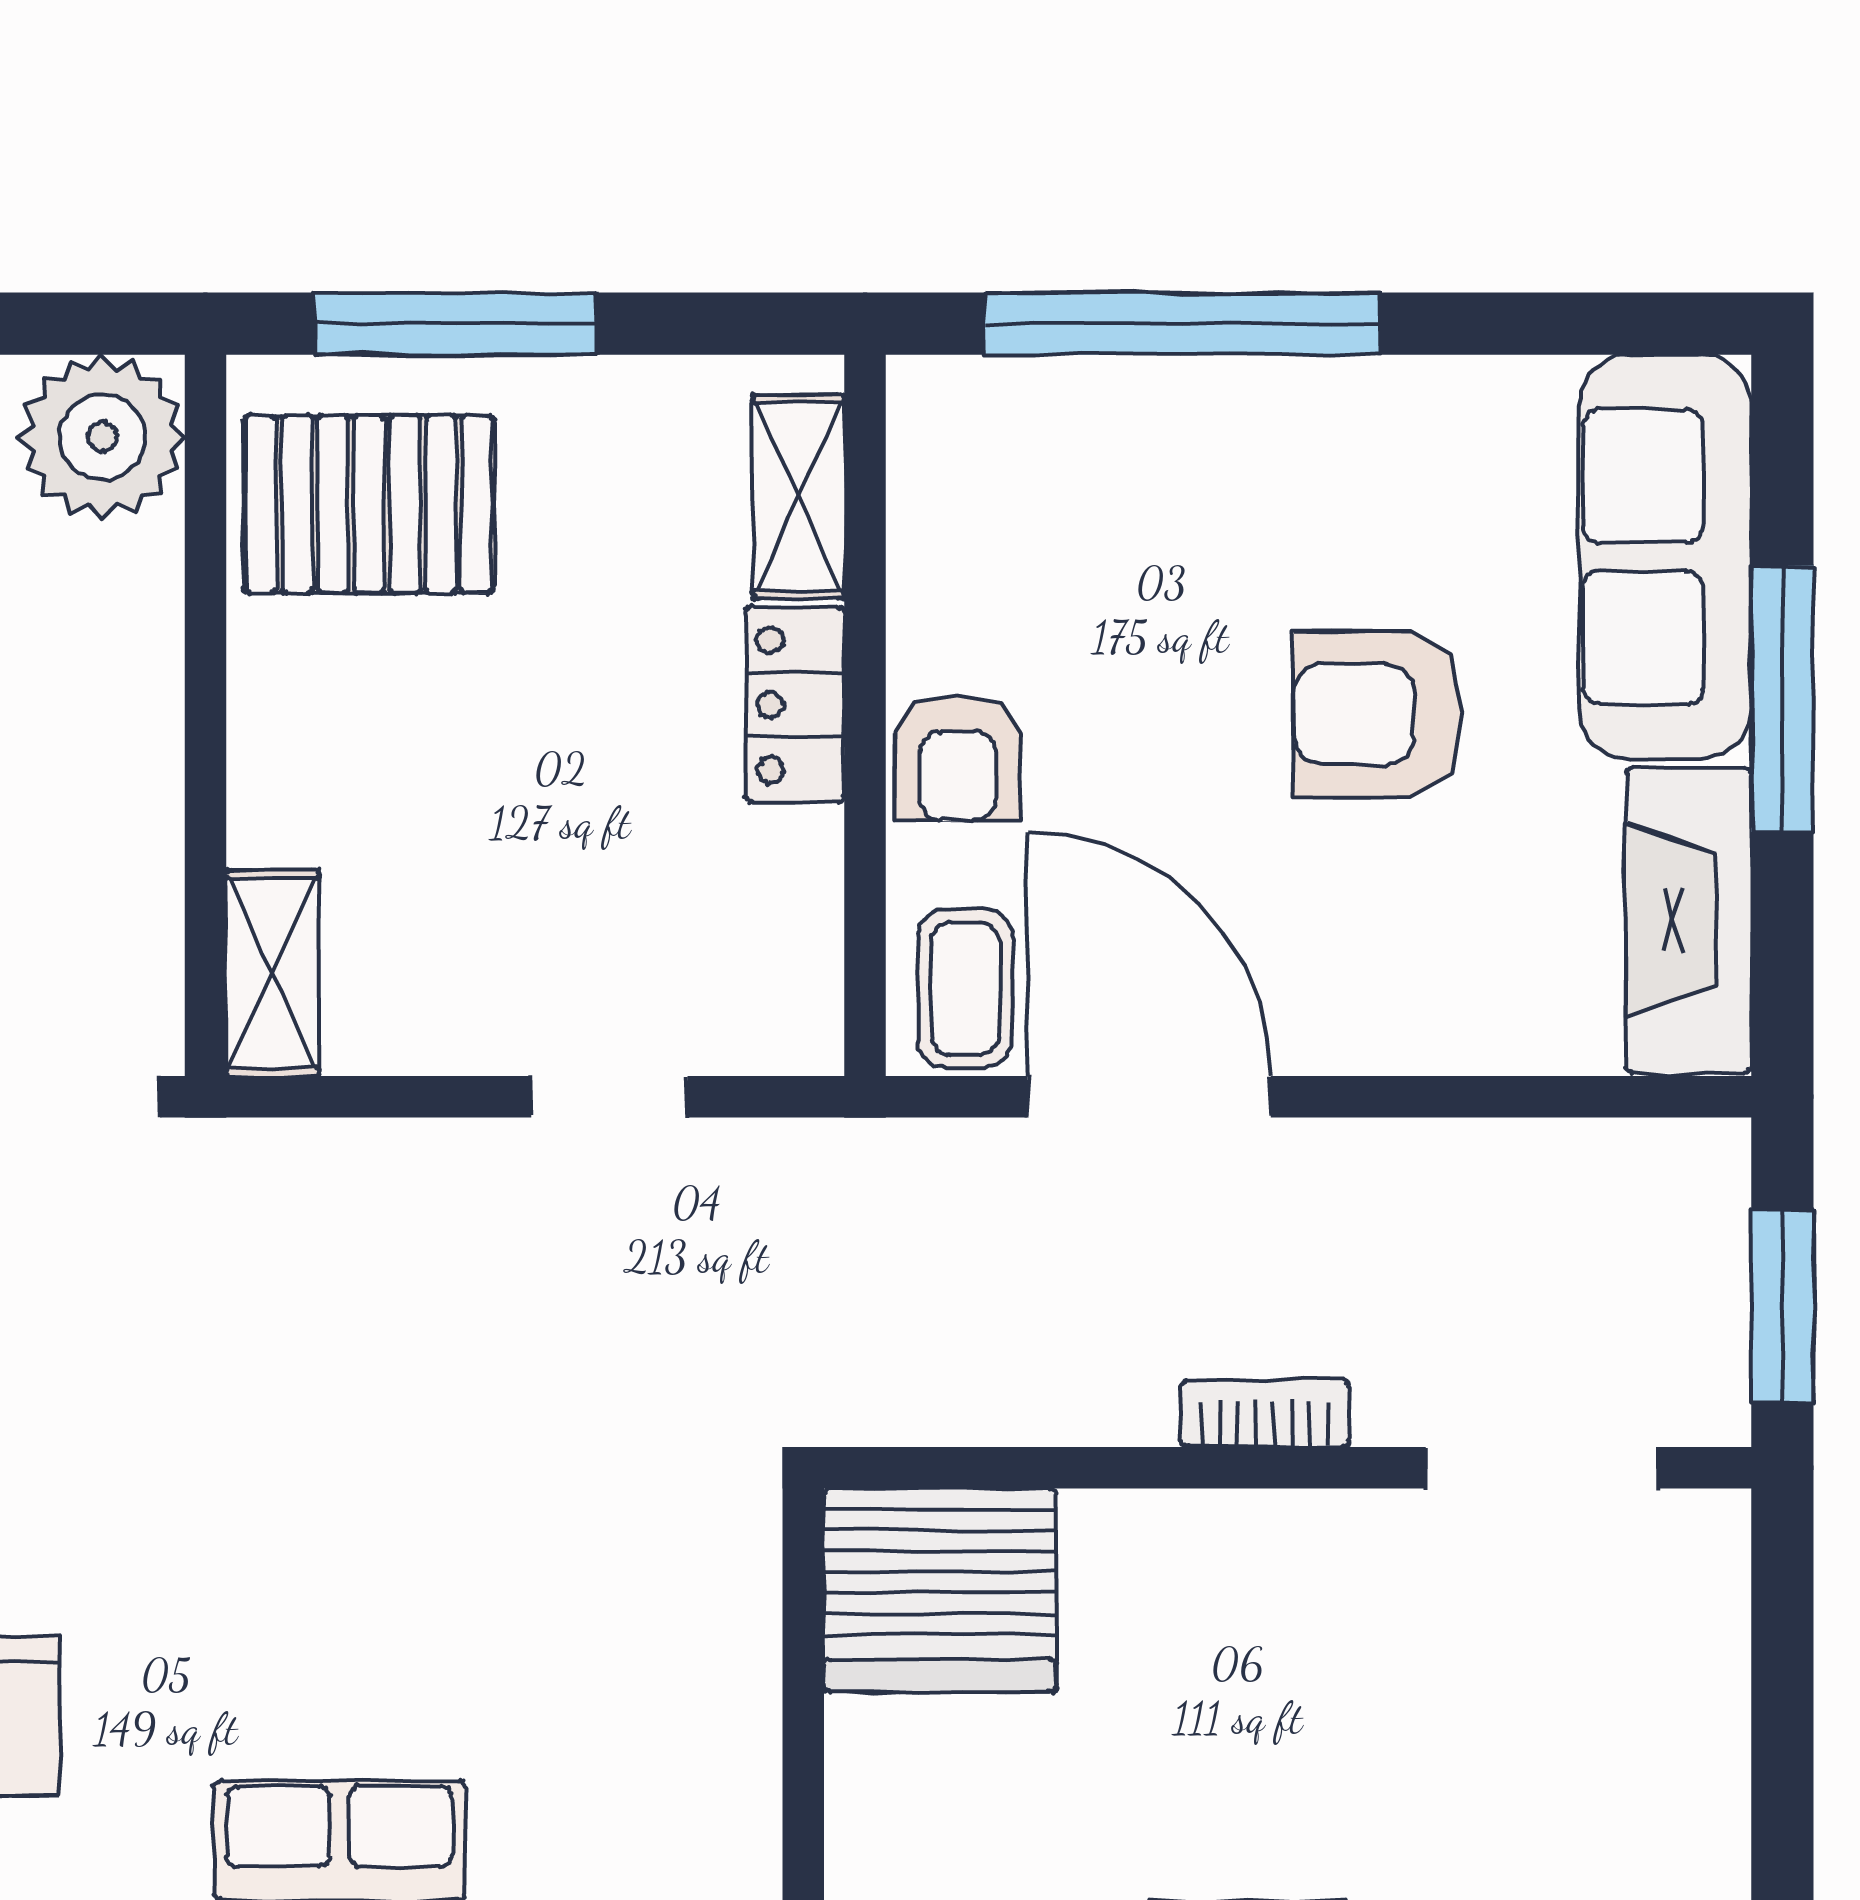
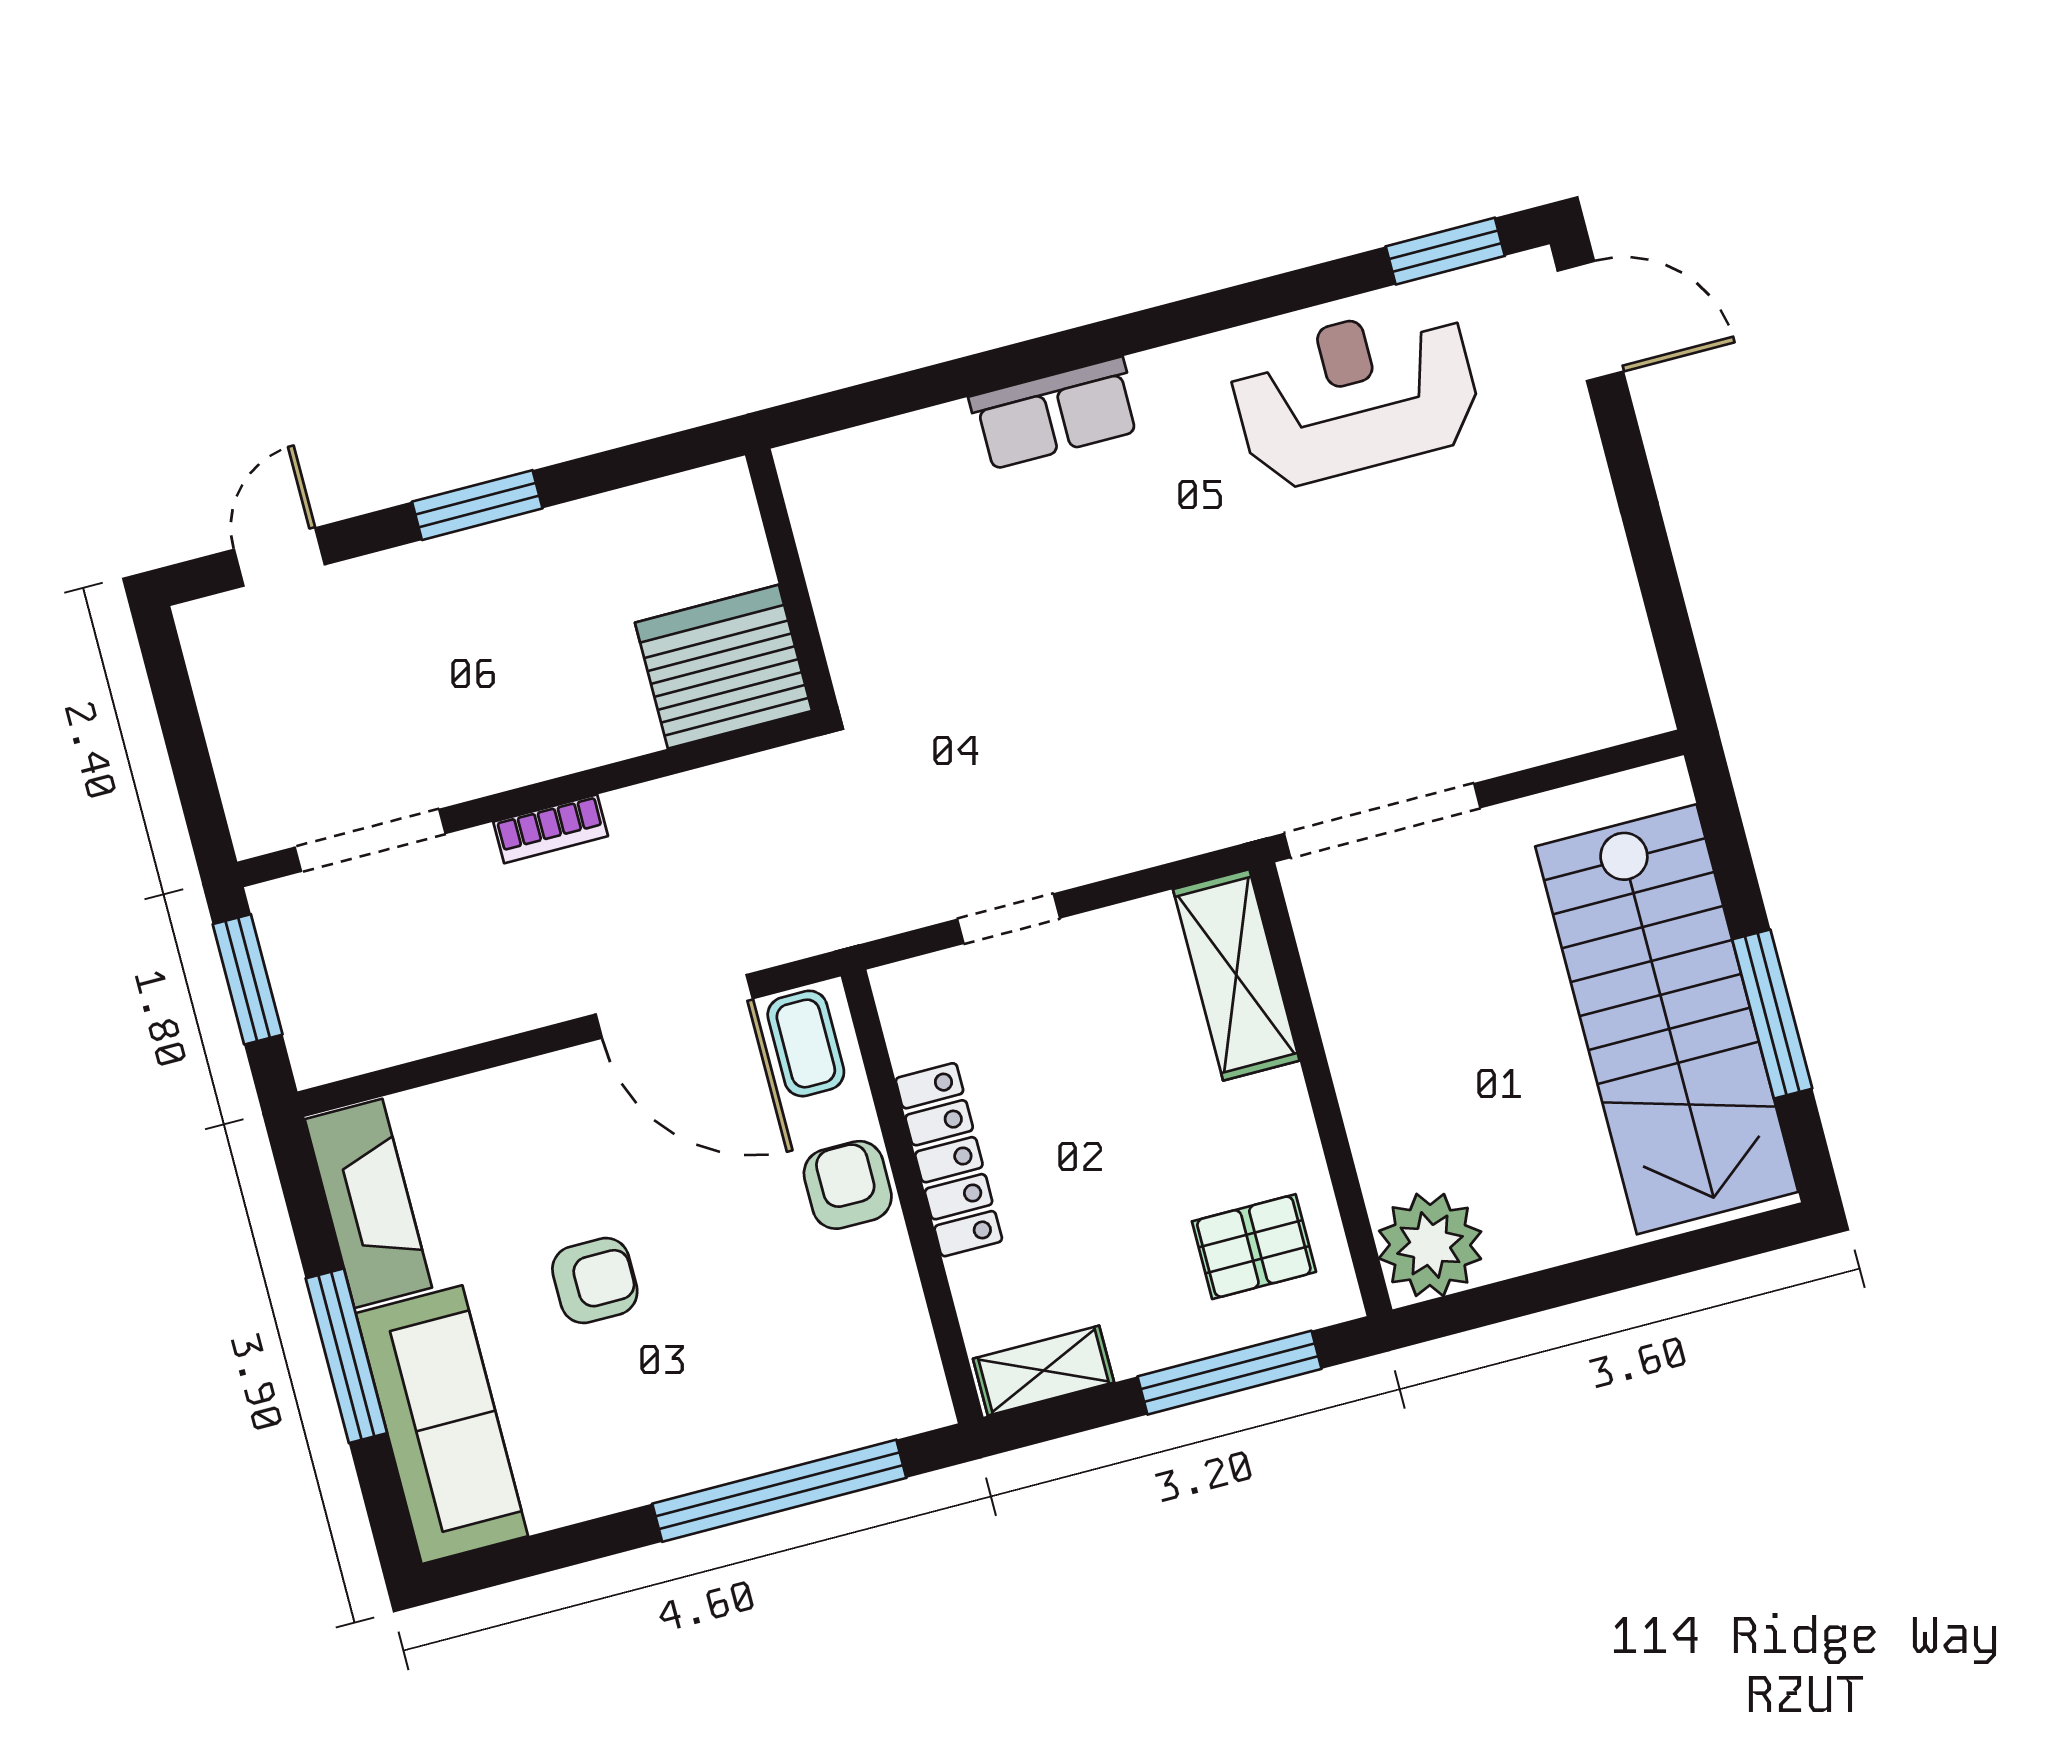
shelving: (799, 497) -> (1044, 1371), moved, turned 90
pallet: (369, 504) -> (1254, 1247), width x0.67, depth x0.71
locker: (795, 705) -> (949, 1160), width x1.53
armchair: (1377, 714) -> (595, 1281), width x0.72, depth x0.72
shelving: (272, 973) -> (1236, 975), width x1.50, depth x1.33

